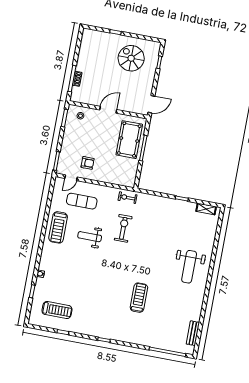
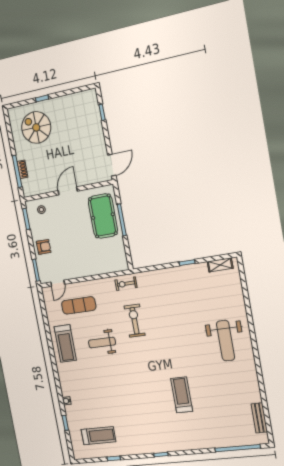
spiral stairs: (131, 58) -> (36, 127), moved
armchair: (88, 163) -> (44, 247), moved

